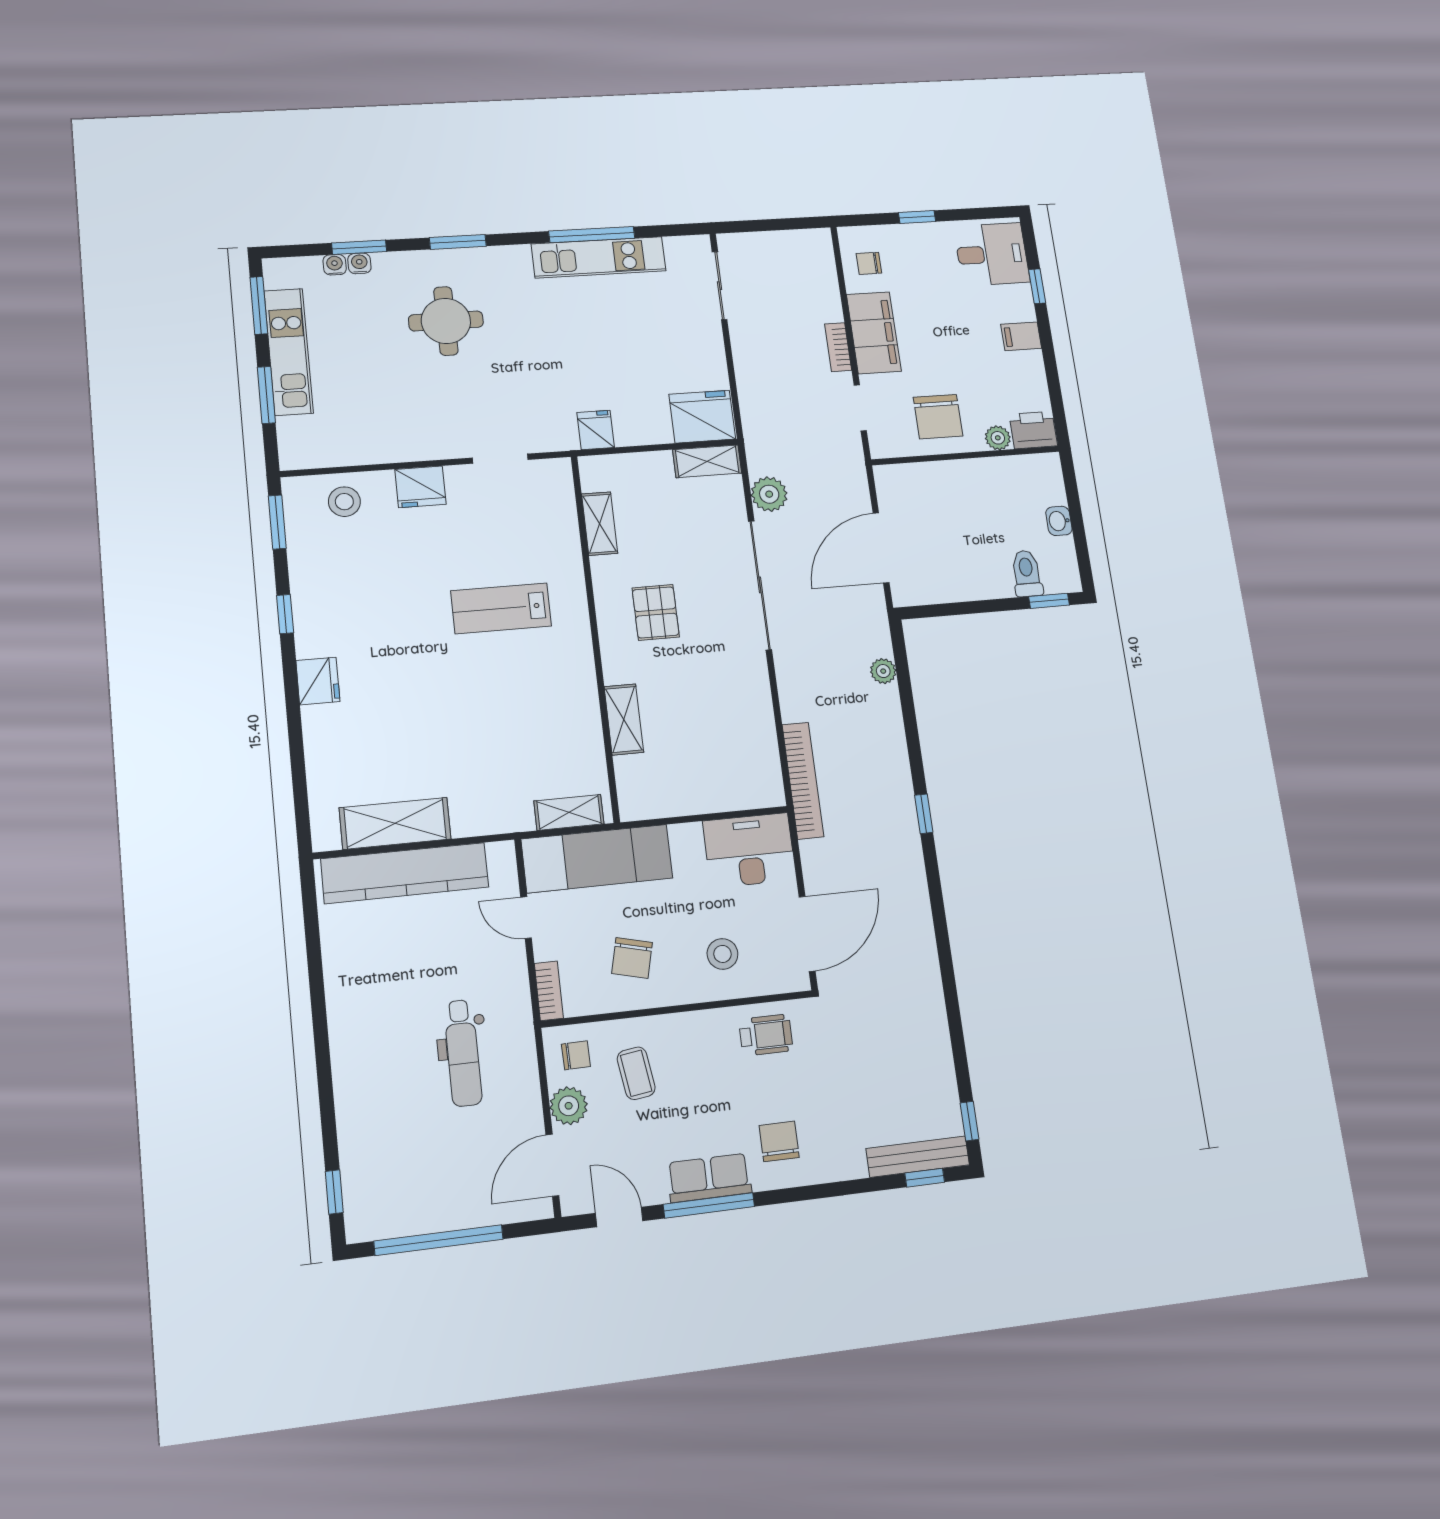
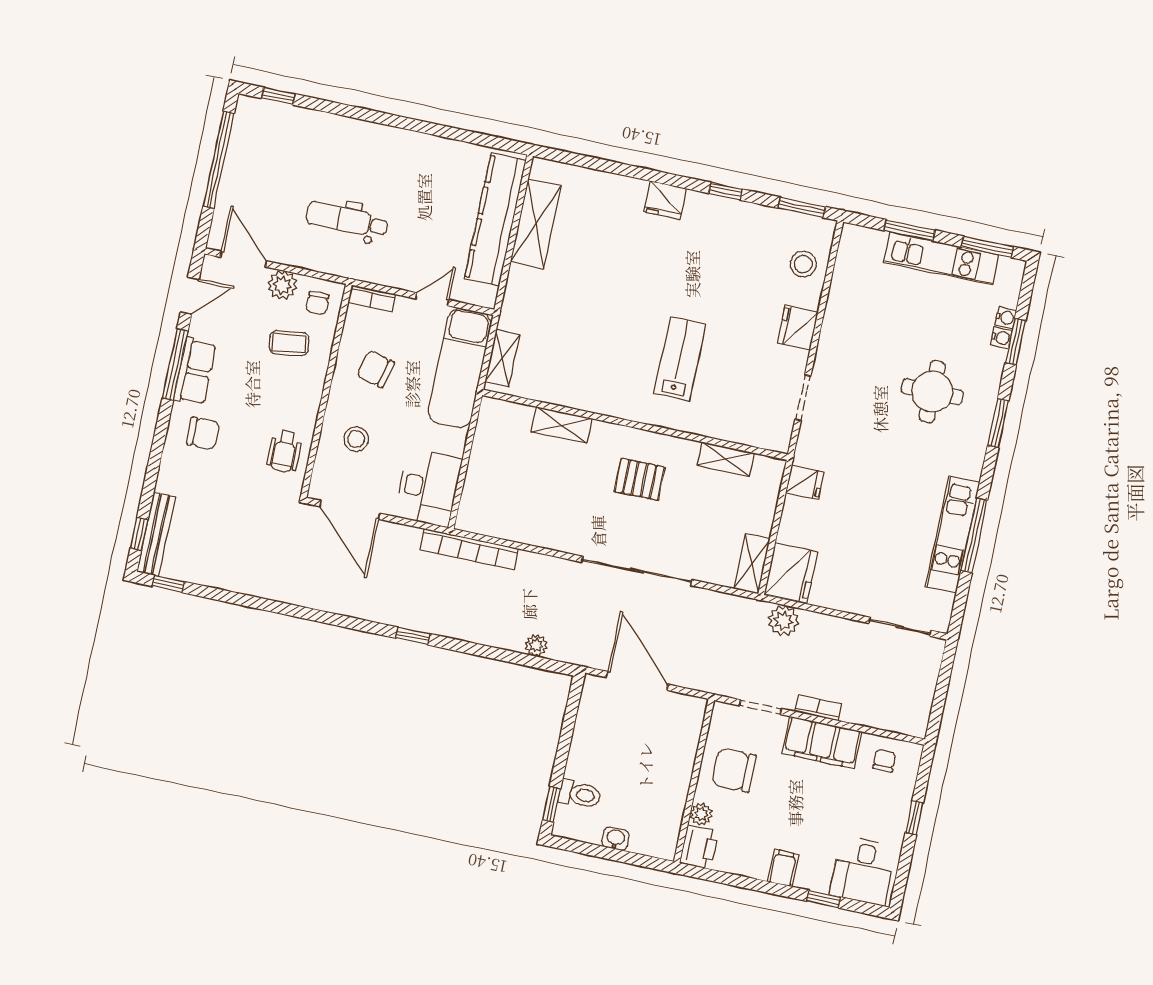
plant: (769, 494) -> (783, 621), moved

